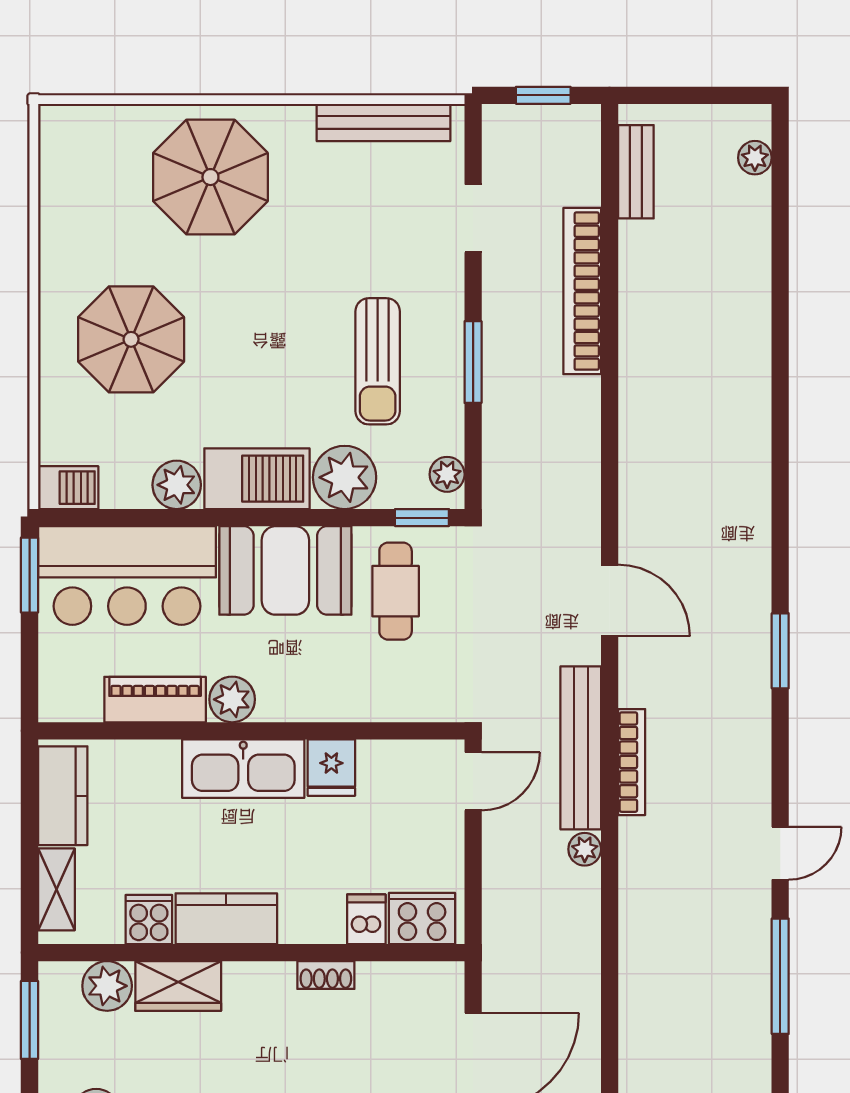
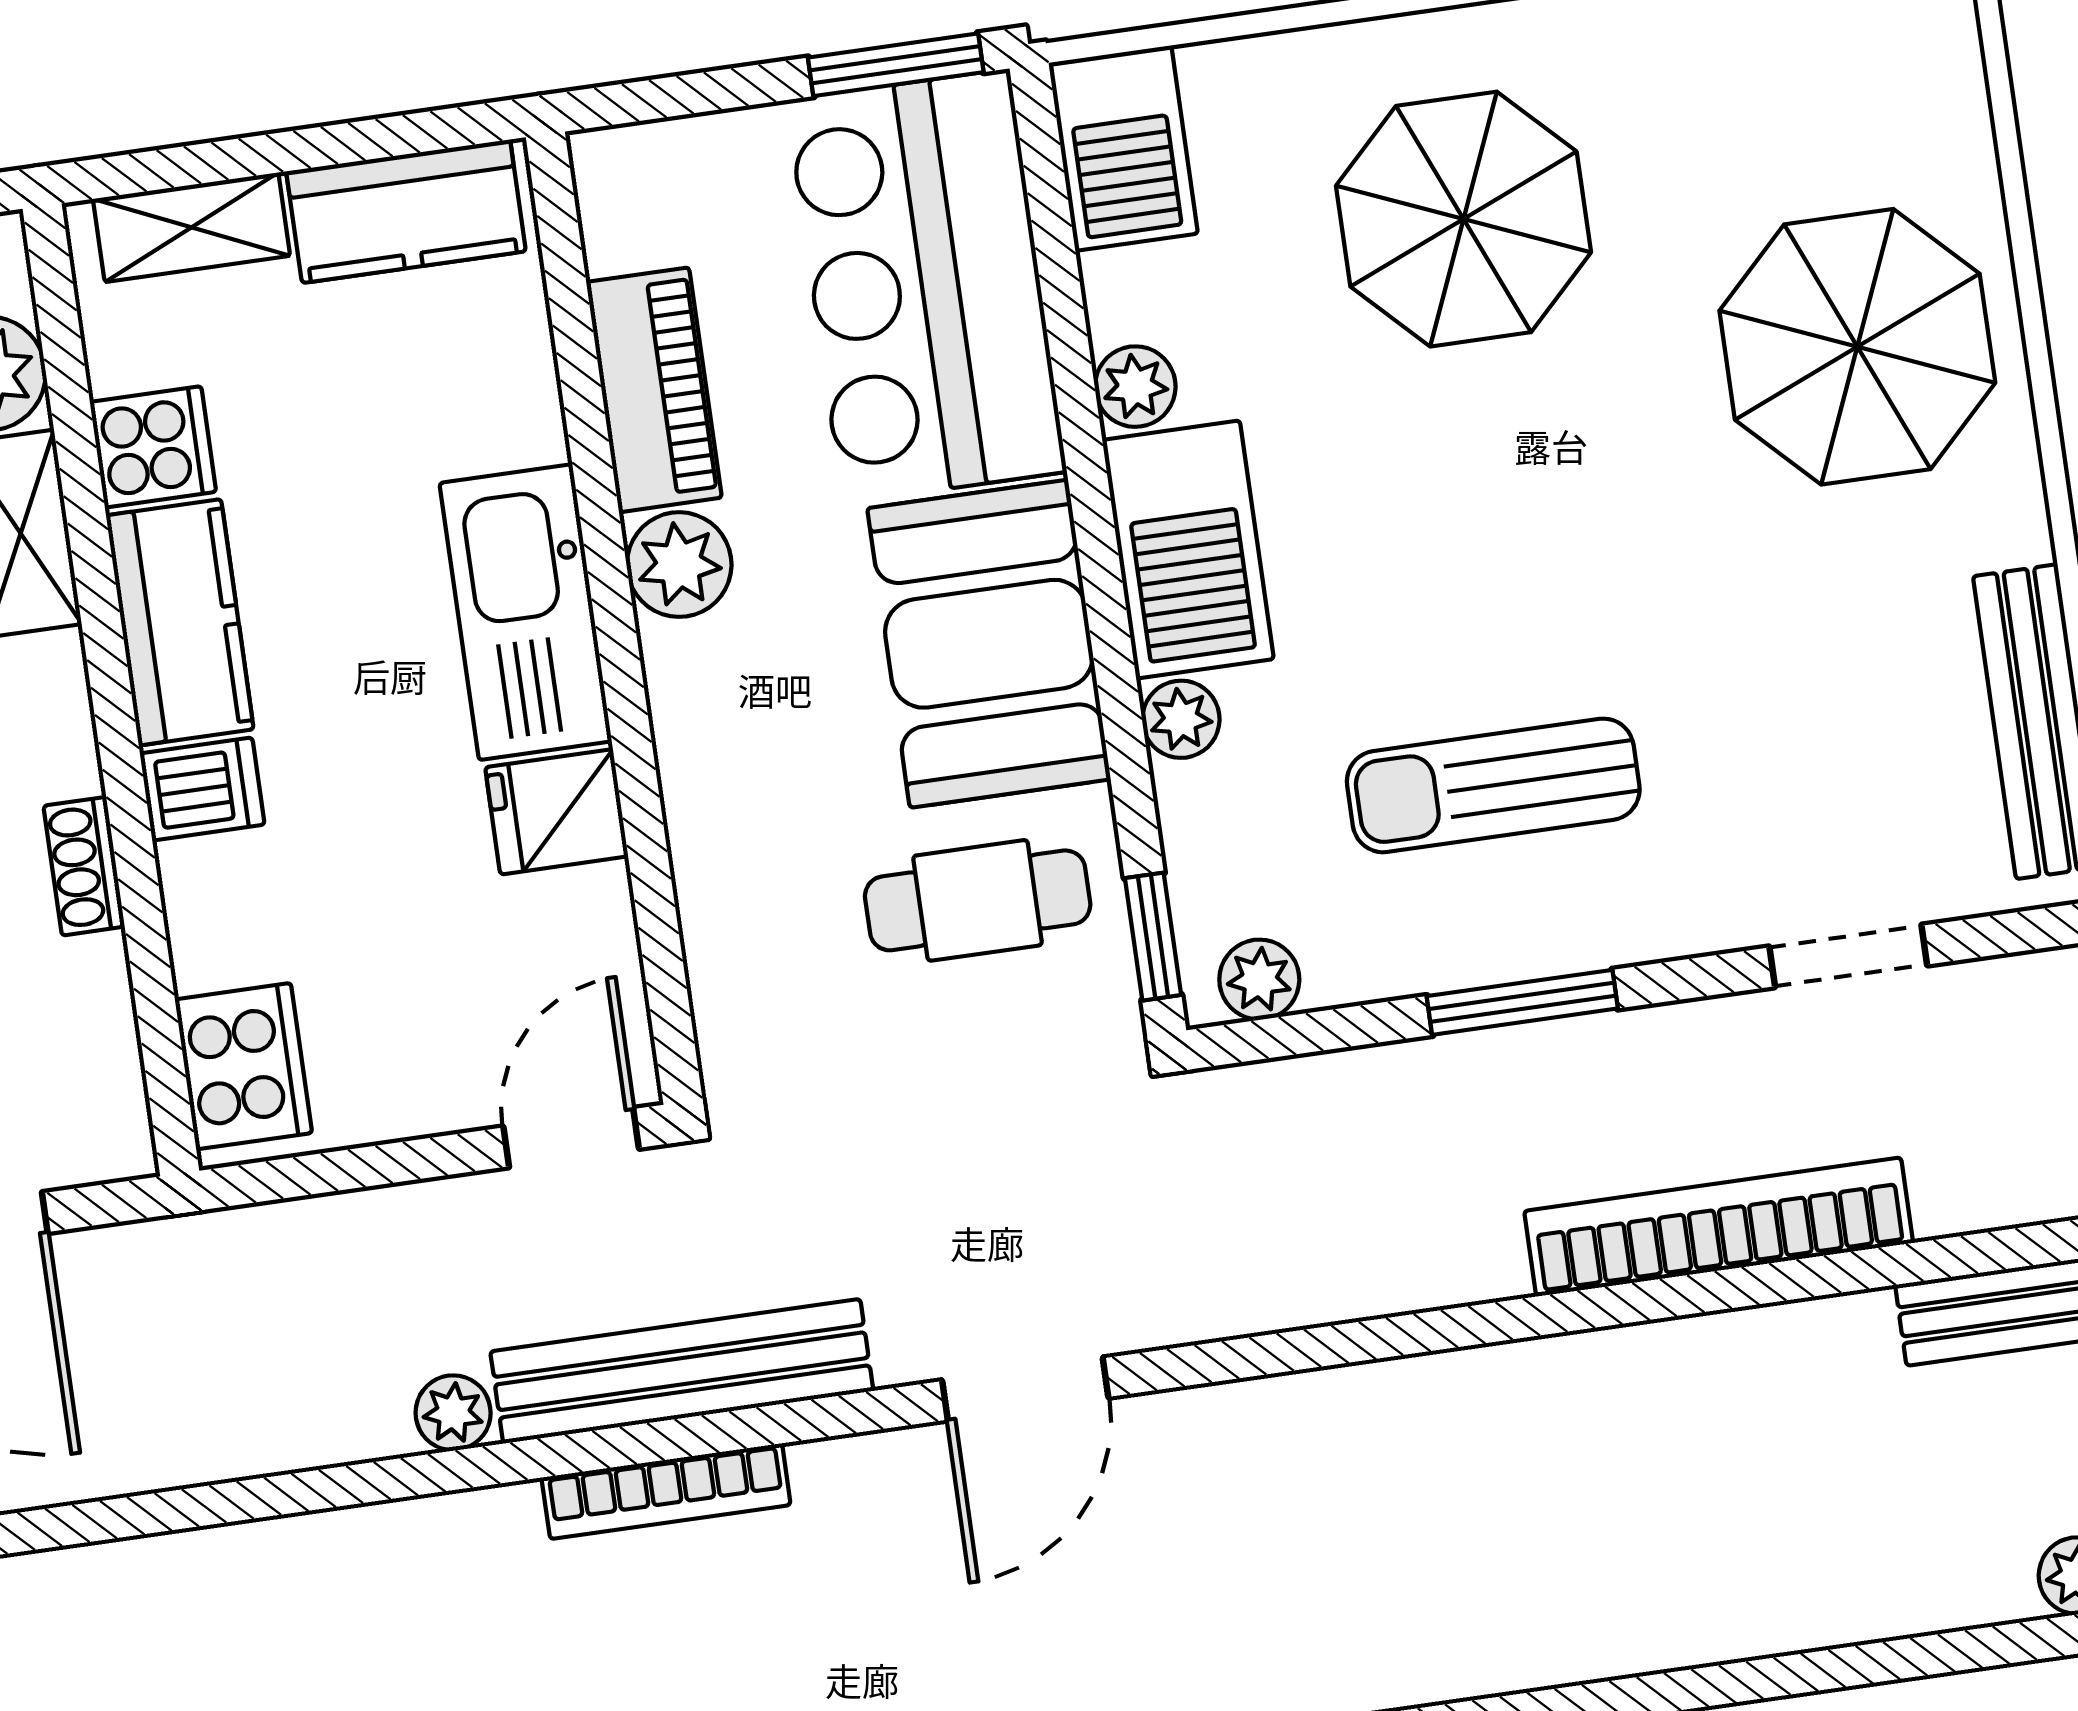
plant: (345, 477) -> (1181, 719), width x0.53, depth x0.53
plant: (177, 485) -> (1135, 387), width x0.73, depth x0.73
barbecue: (68, 488) -> (1123, 148), width x1.38, depth x1.27
door: (473, 781) -> (571, 1138), swing flipped
dishwasher: (366, 919) -> (202, 789), moved

